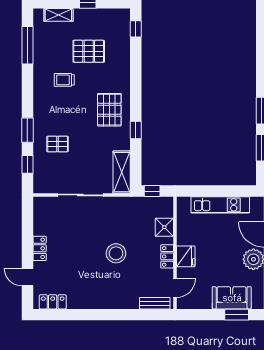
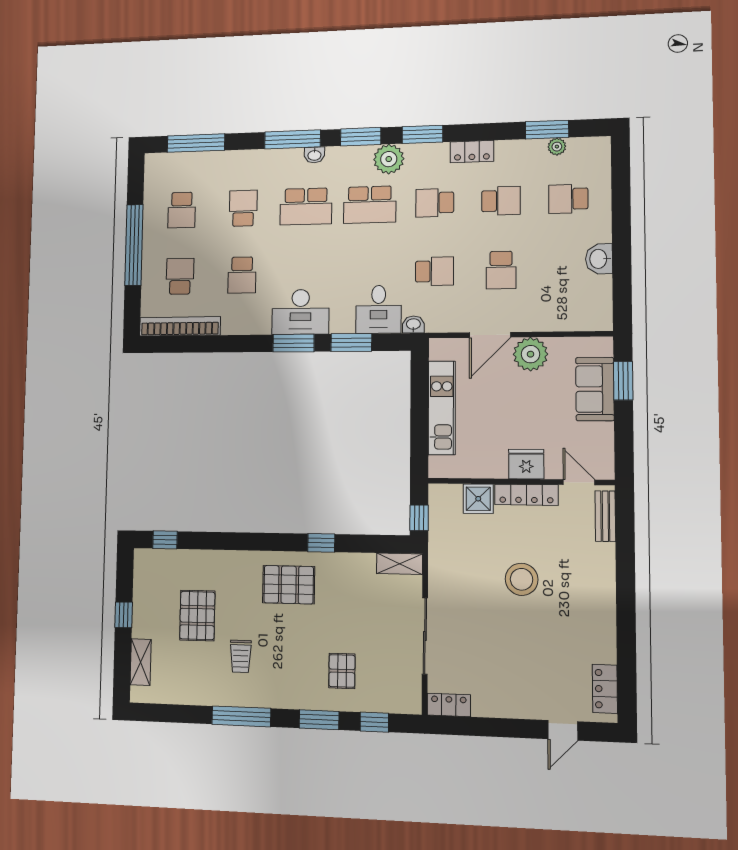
window: (27, 45) -> (241, 716), moved
shelving: (122, 172) -> (400, 564), width x0.67, depth x0.75
locker: (40, 248) -> (449, 705), moved
locker: (167, 256) -> (526, 495), width x1.53

